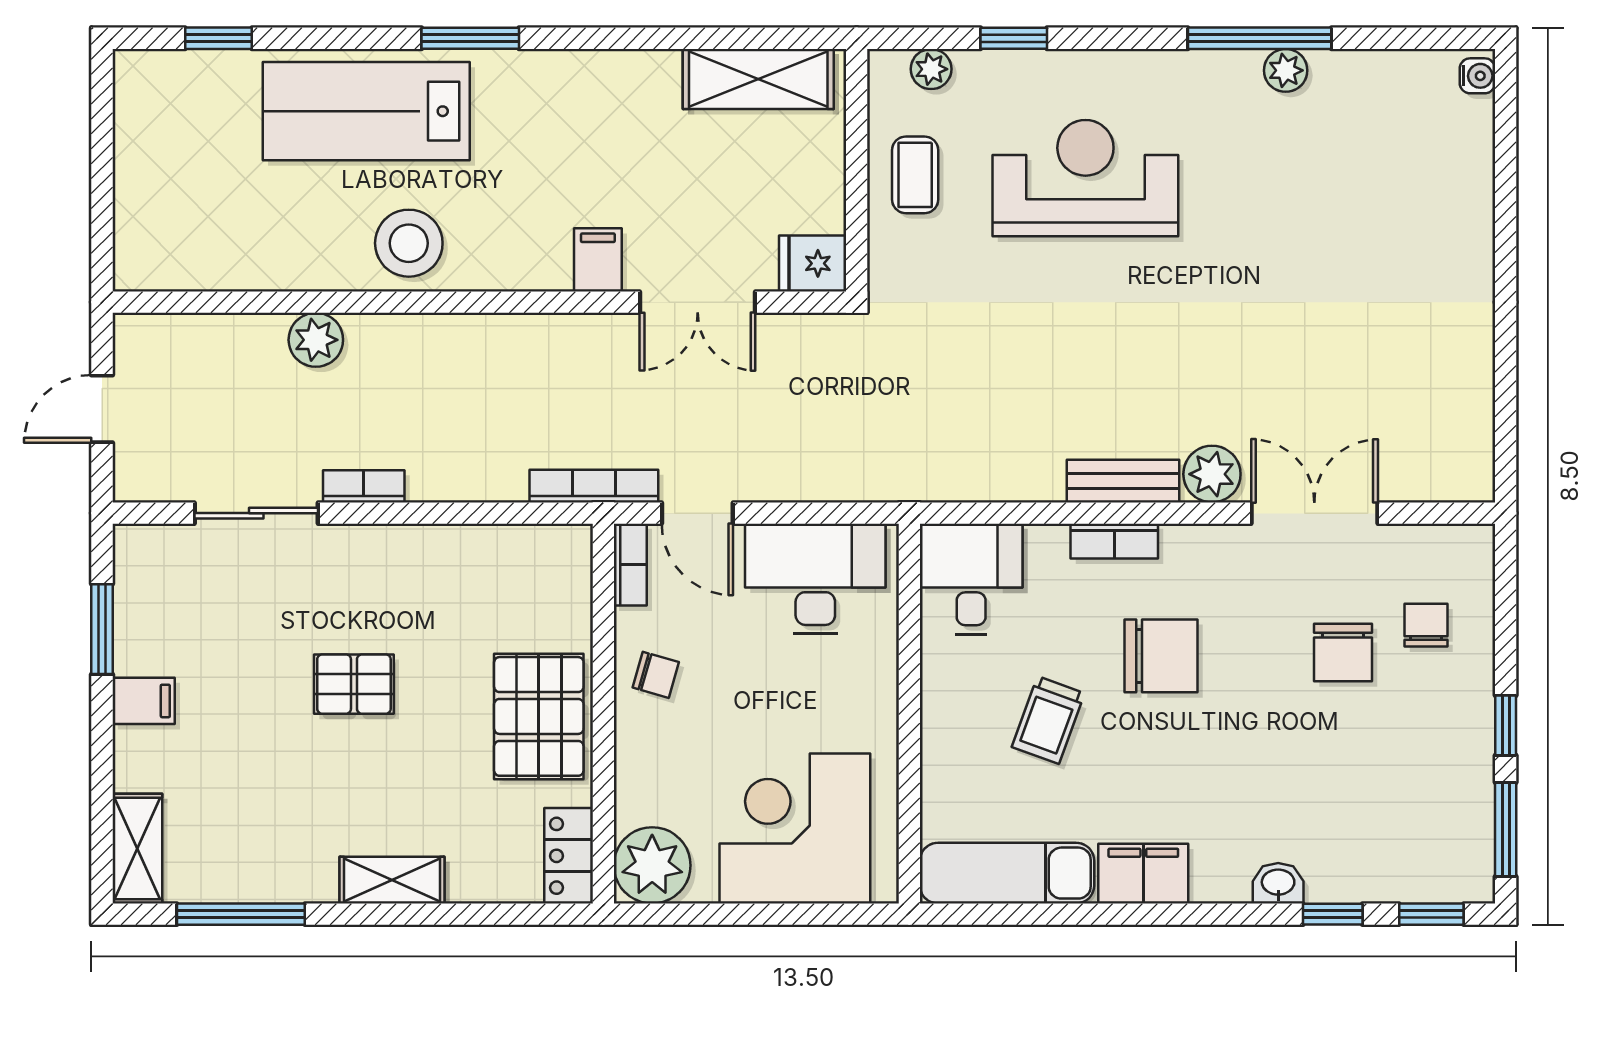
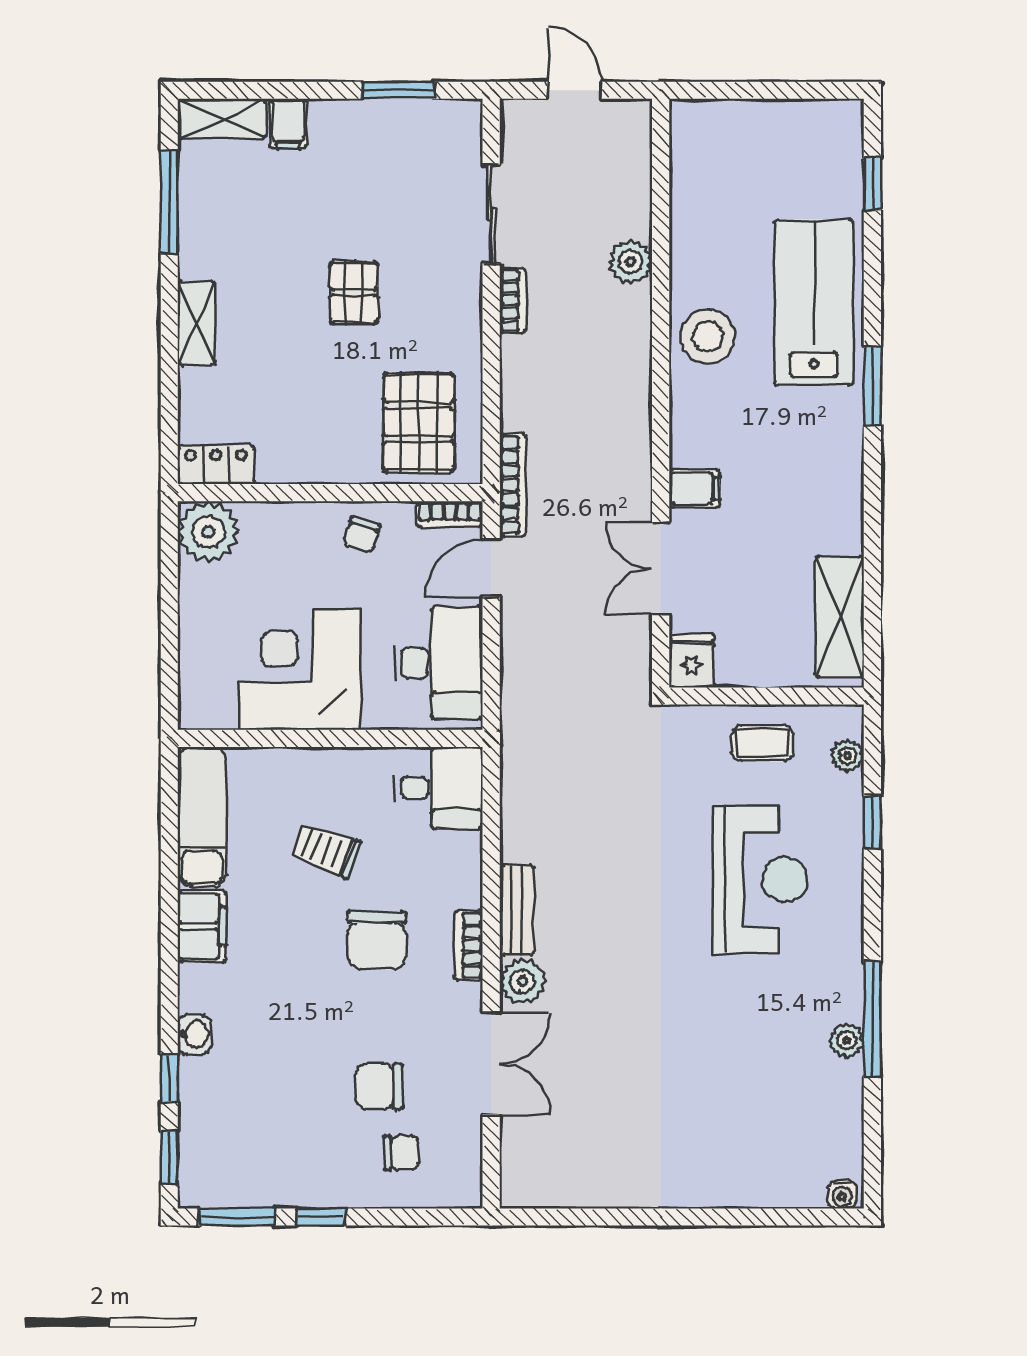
bookcase: (1114, 541) -> (469, 945), moved
filing cabinet: (144, 701) -> (288, 124), moved
pallet: (539, 716) -> (419, 422), moved, turned 90
corner desk: (795, 828) -> (300, 670), moved, turned -90

